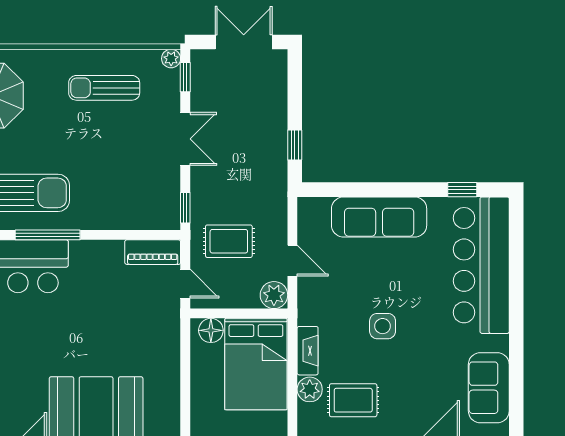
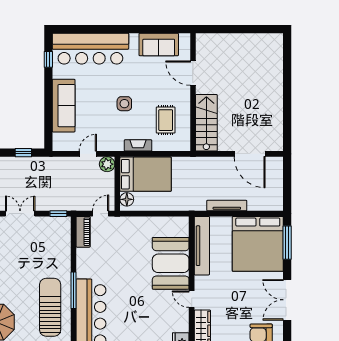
rug: (229, 241) -> (77, 189), removed
plant: (310, 389) -> (160, 144), removed

